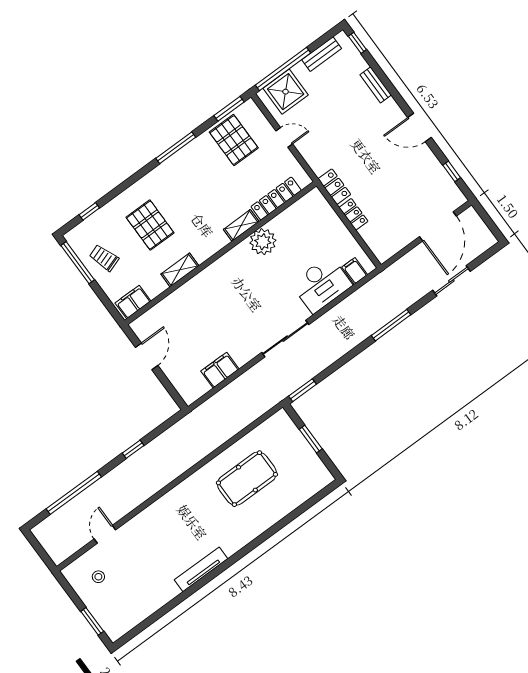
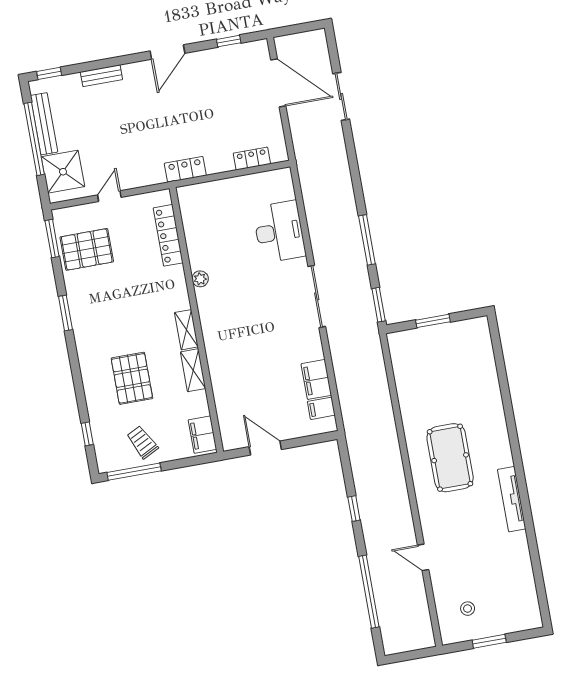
bench: (322, 54) -> (44, 124), width x1.36
window: (283, 69) -> (34, 139), moved
window: (176, 148) -> (65, 313), width x0.69
locker: (353, 214) -> (252, 159), moved
pallet: (150, 225) -> (132, 378), turned 90
shelving: (241, 225) -> (186, 330), moved
plant: (263, 242) -> (200, 279), width x0.53, depth x0.53
trolley: (104, 258) -> (142, 442), turned 82
filing cabinet: (355, 271) -> (321, 408), moved
window: (391, 325) -> (367, 240), moved
pool table: (247, 479) -> (450, 458), moved
door: (105, 534) -> (423, 557), moved
window: (92, 621) -> (489, 641), moved

